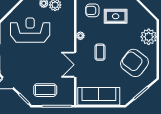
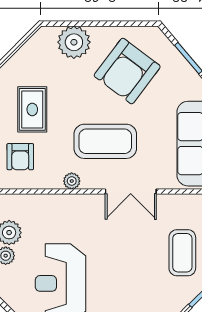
coffee table: (100, 52) -> (105, 141), width x1.86, depth x1.72

